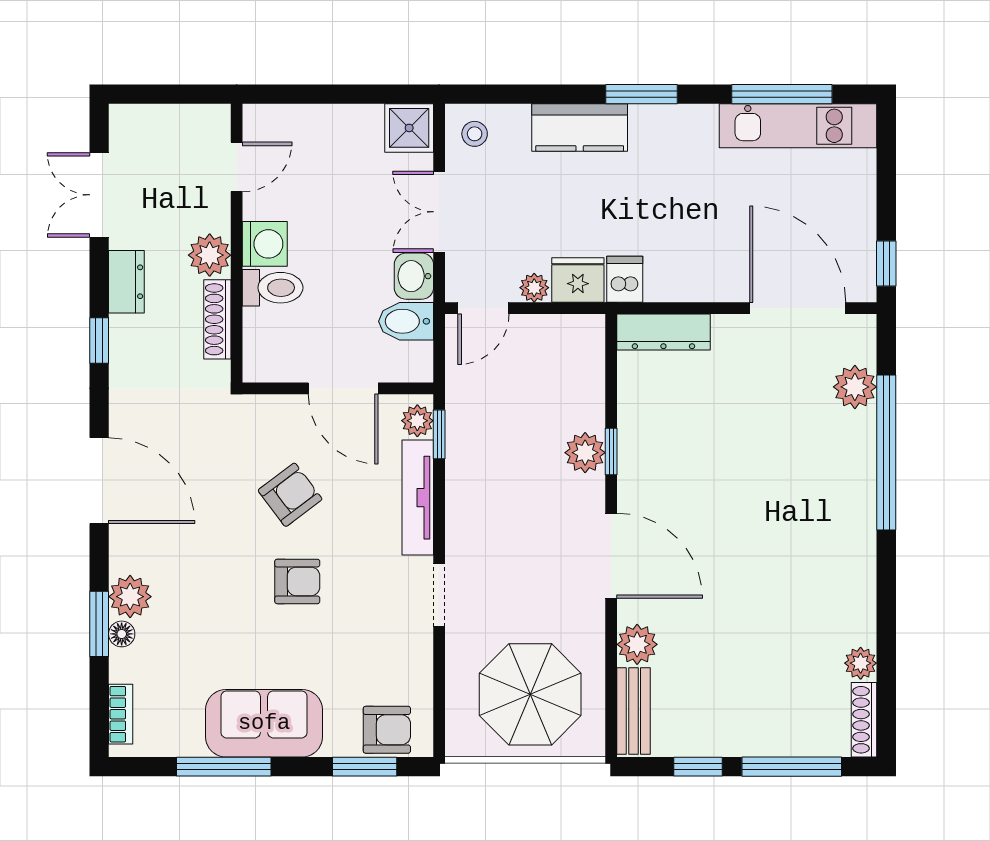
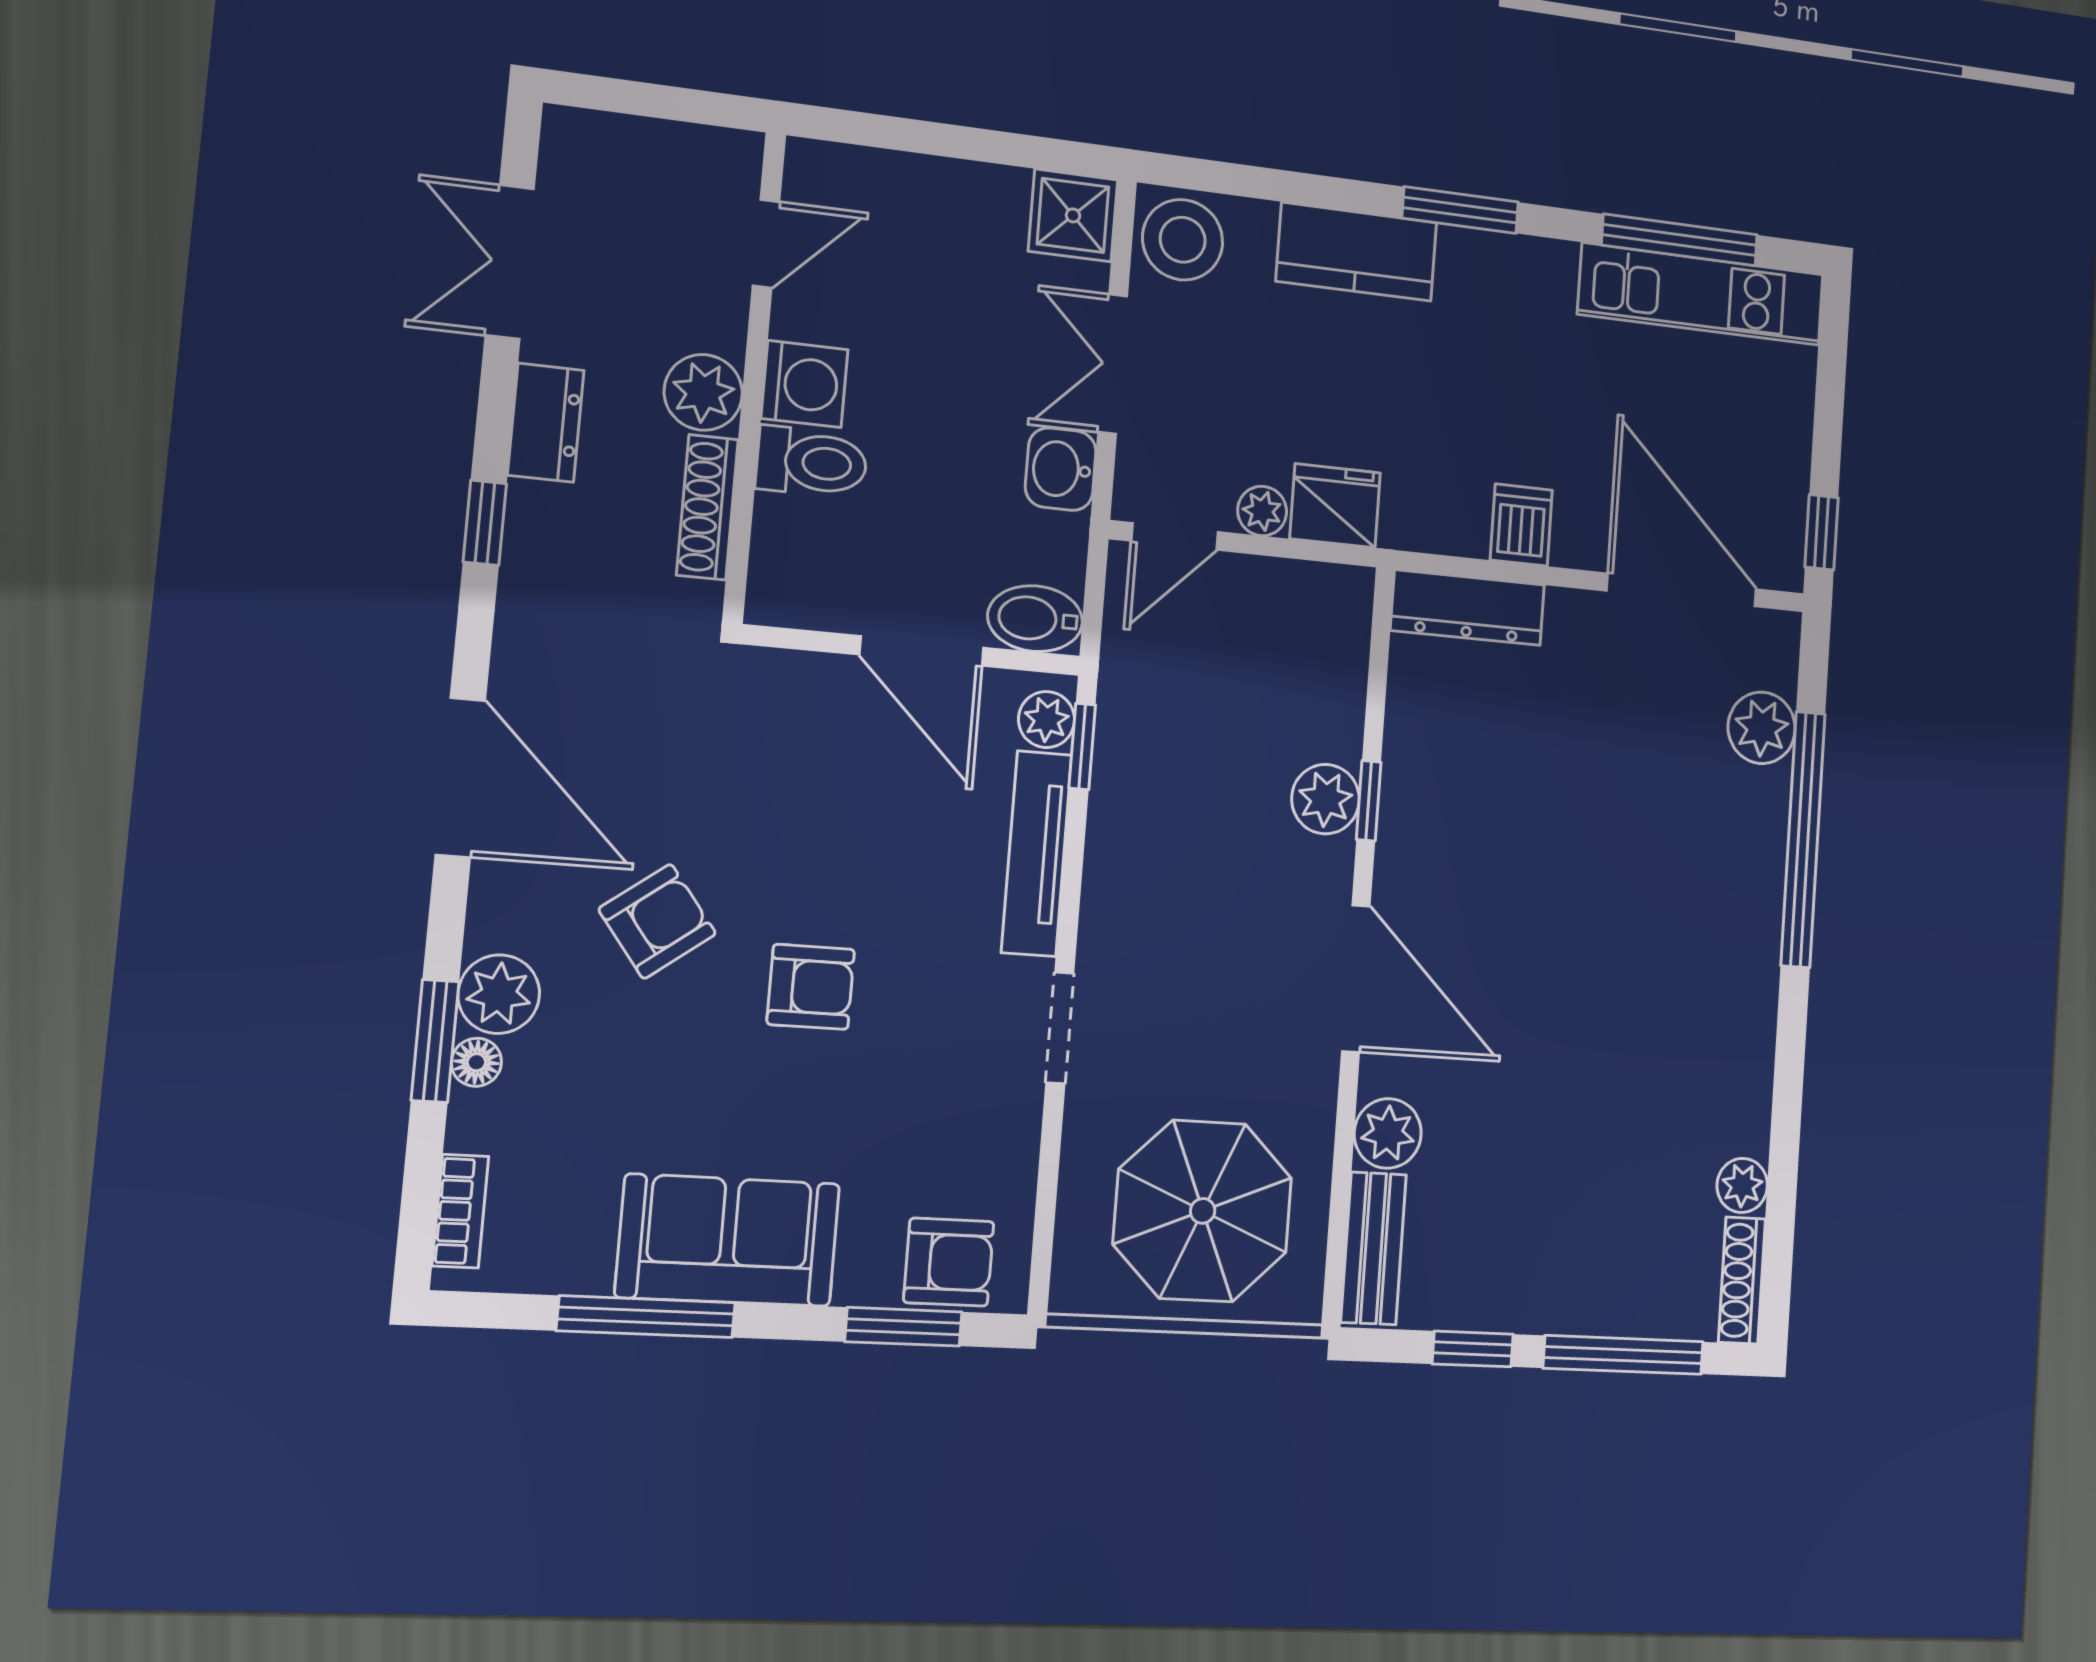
stool: (475, 134) -> (1183, 240), width x1.89, depth x1.89
dishwasher: (625, 279) -> (1521, 525), moved
bidet: (406, 321) -> (1035, 619), moved
armchair: (290, 495) -> (657, 921), moved

